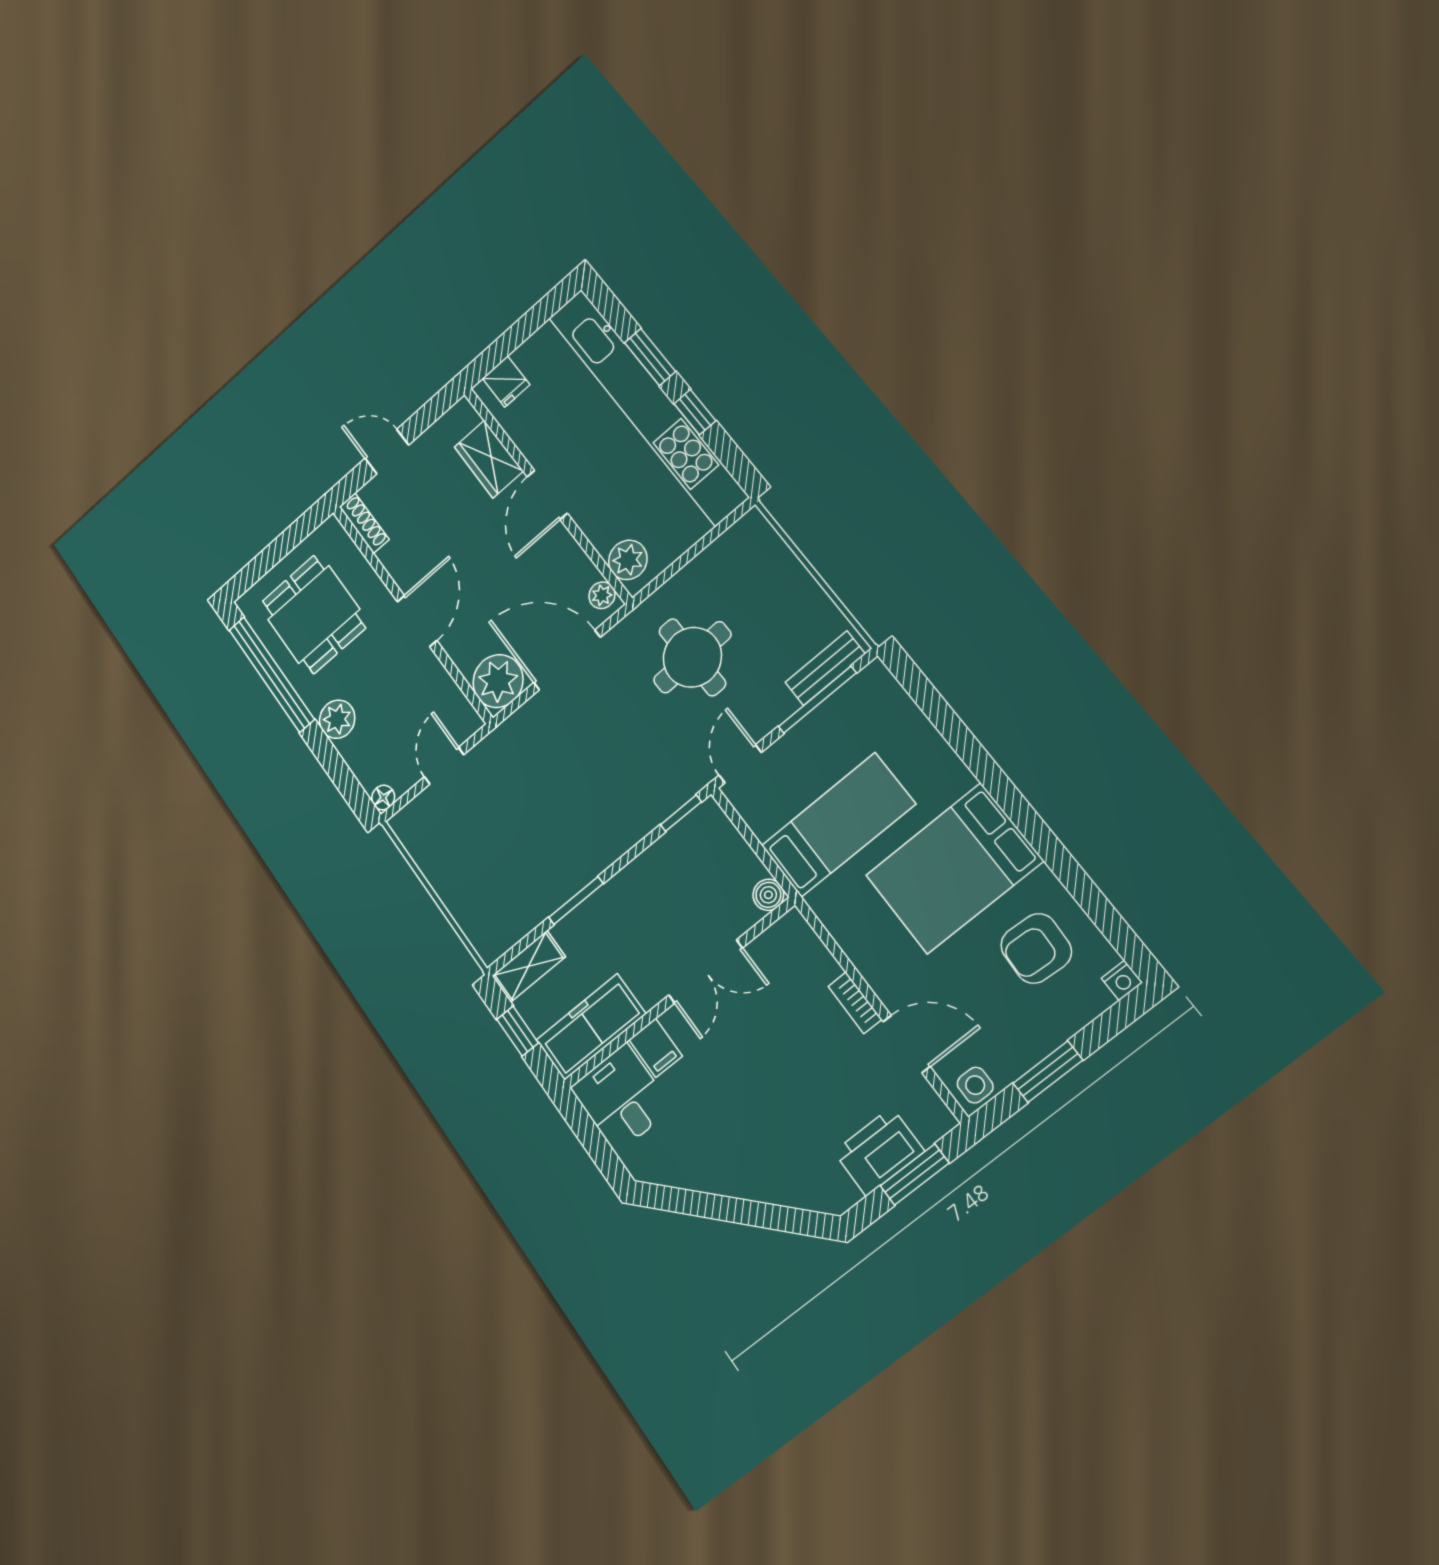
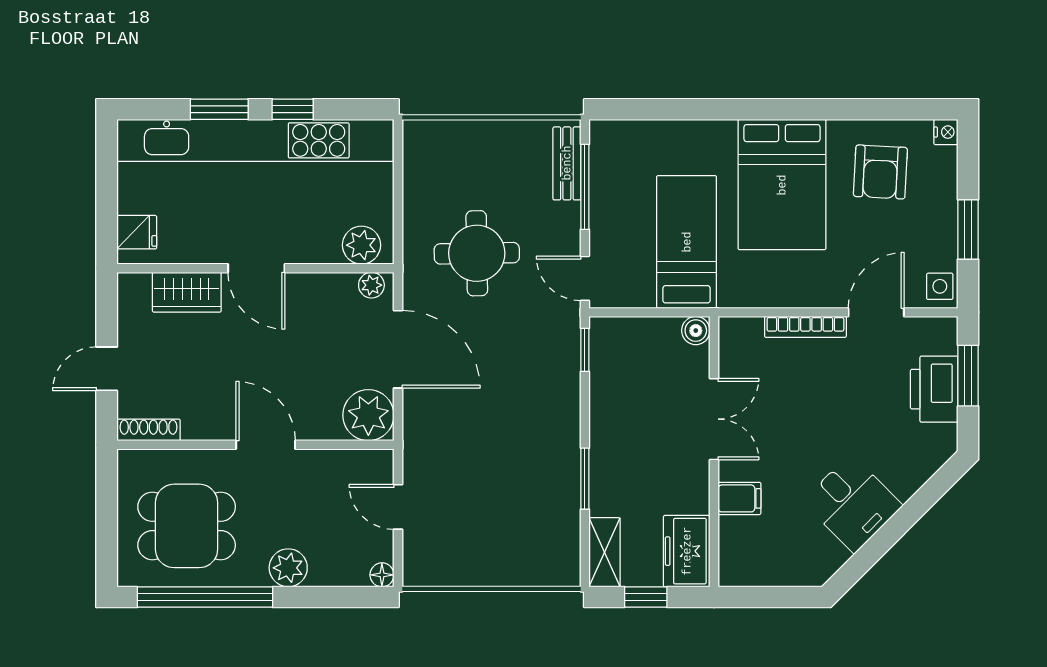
door: (567, 660) -> (398, 349), swing flipped
bookcase: (855, 1003) -> (805, 327), width x1.56
freezer: (591, 1027) -> (687, 551), width x0.71
desk: (621, 1098) -> (852, 503), moved, turned -135

